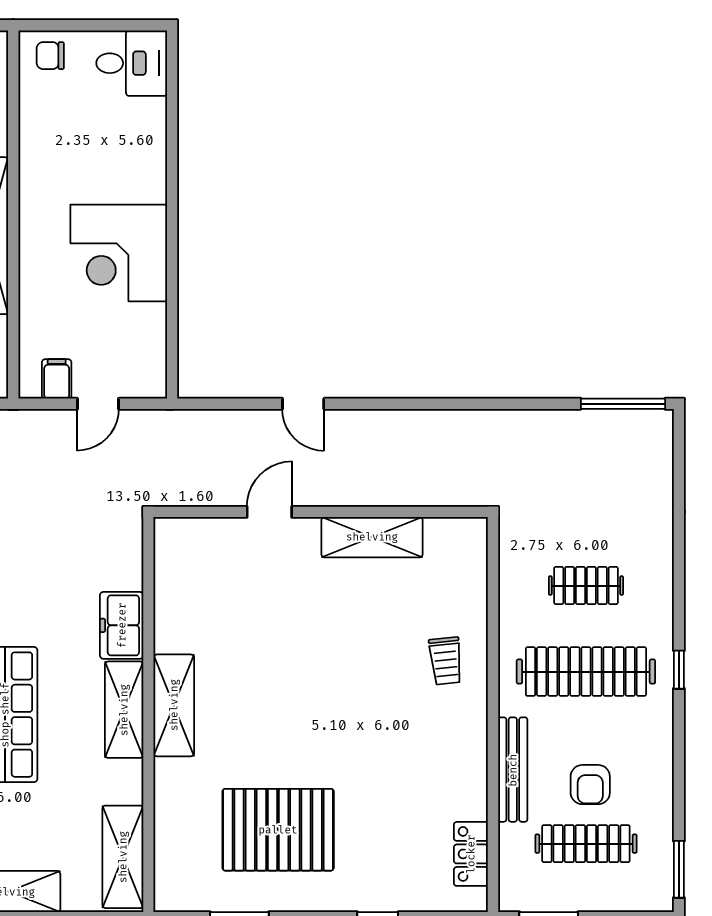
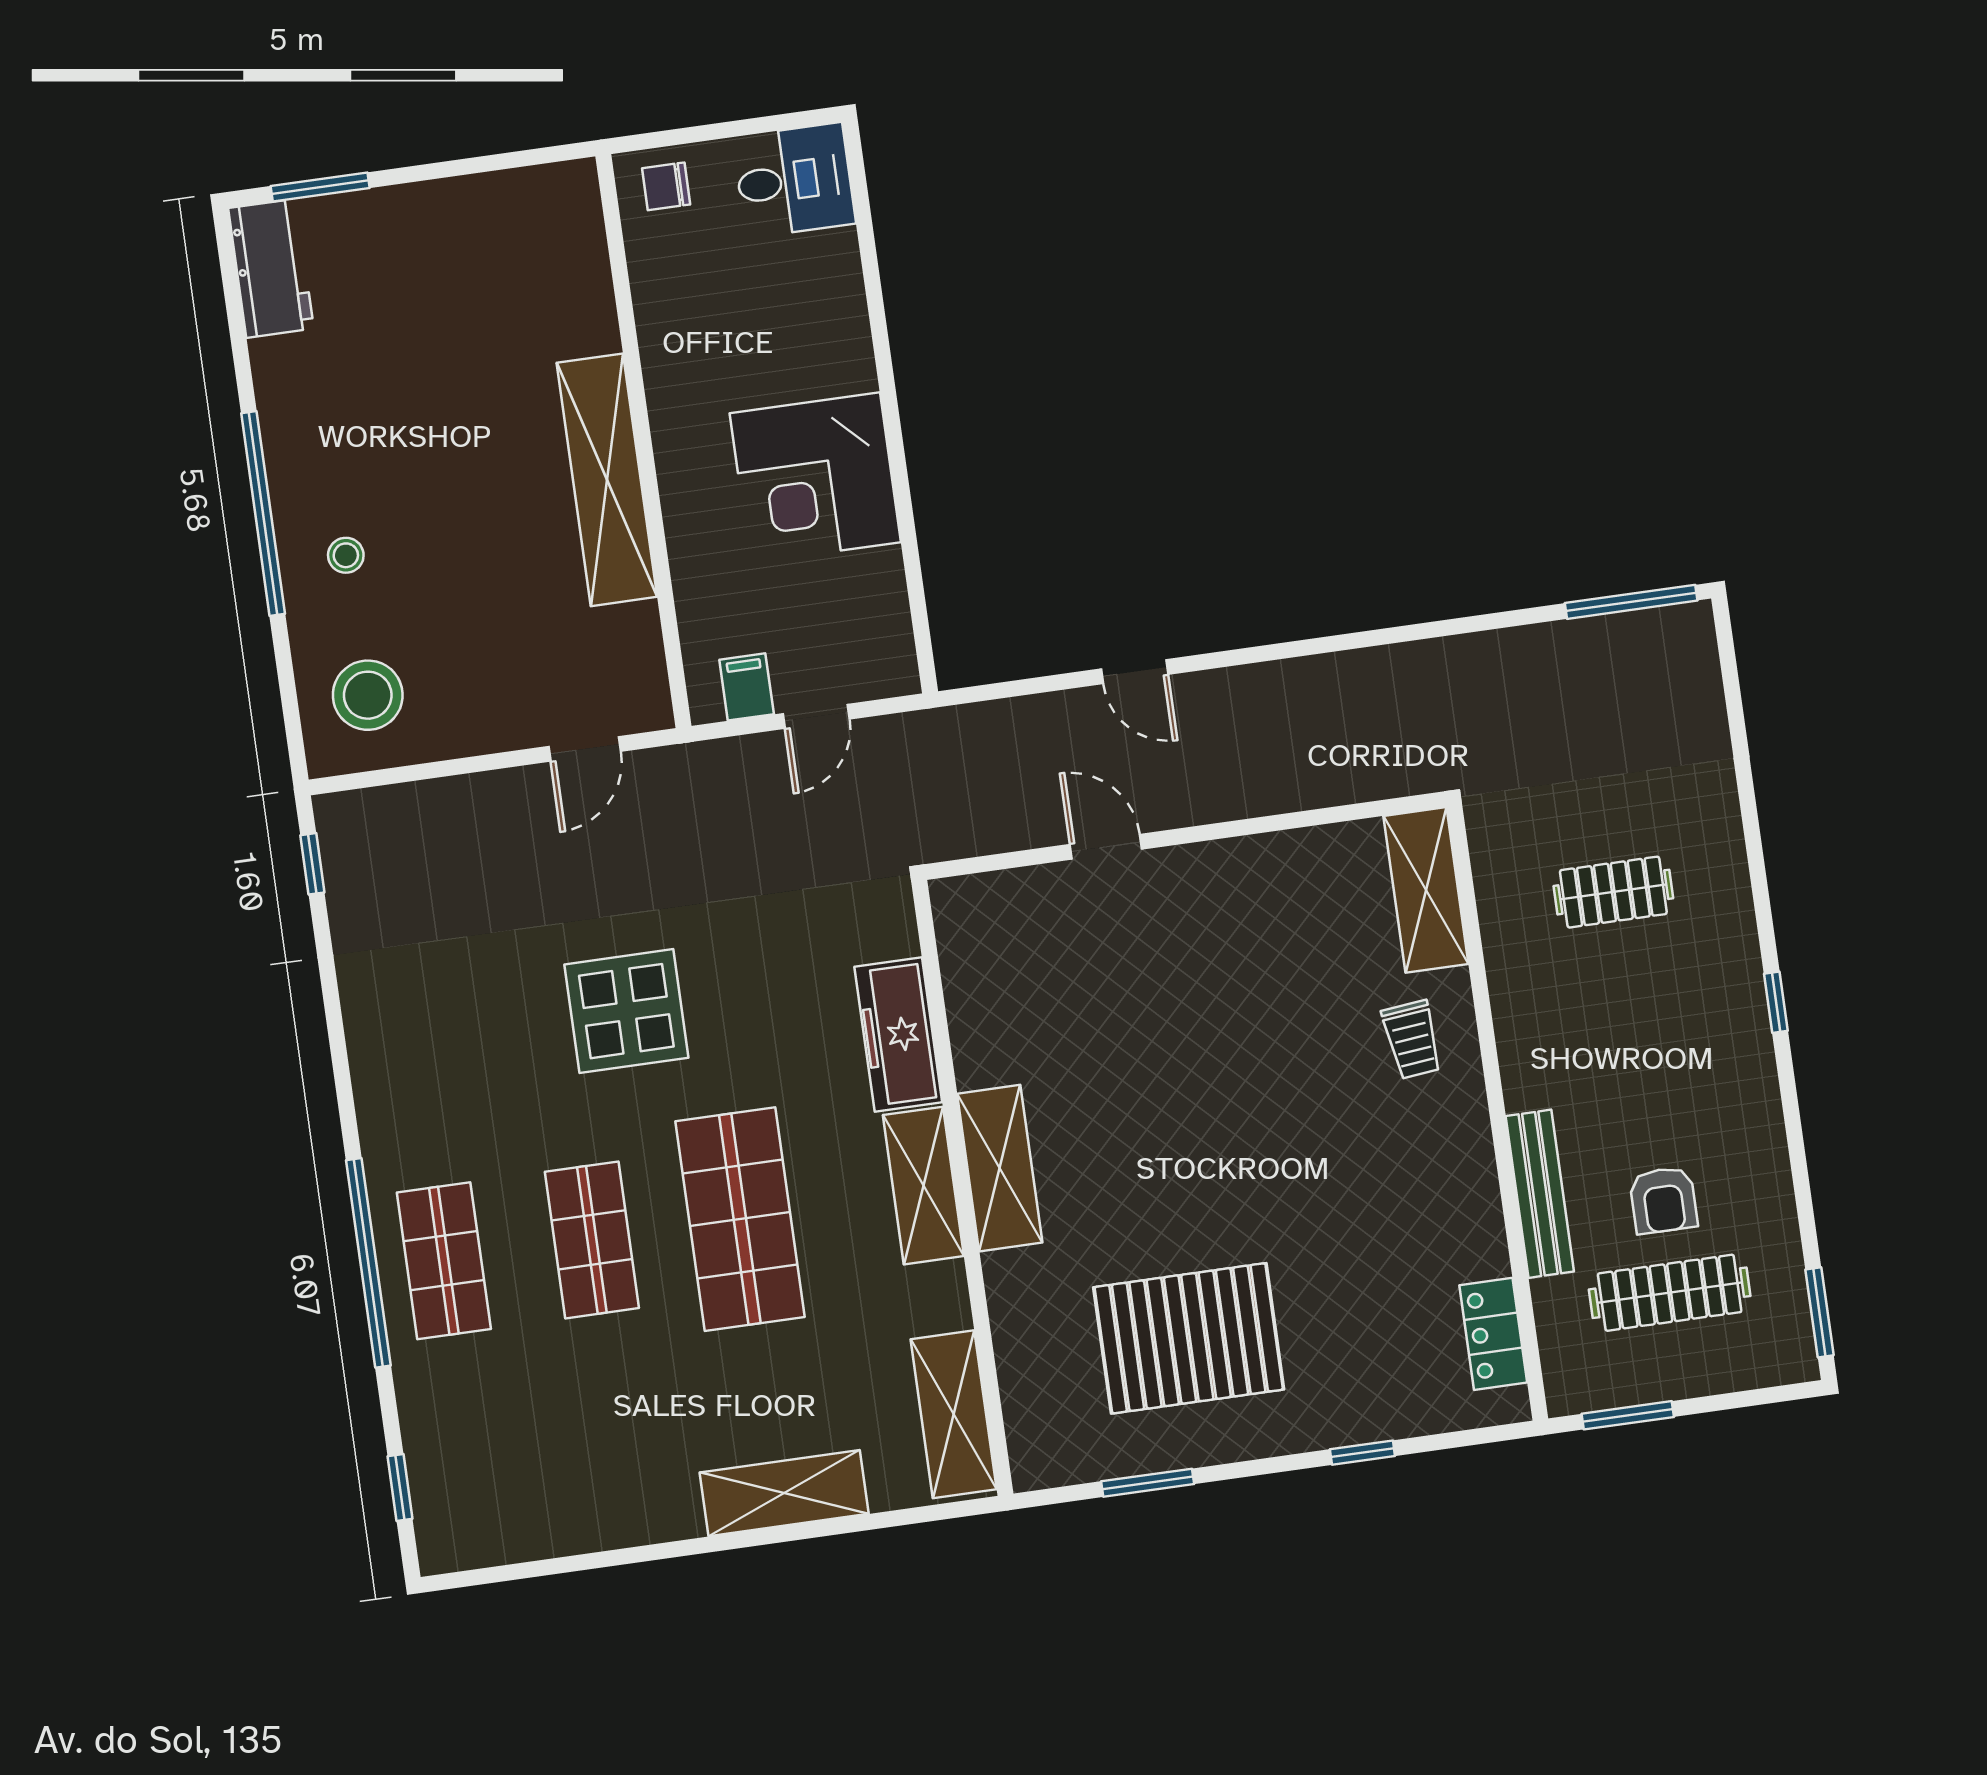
door: (269, 512) -> (1106, 847), hinge flipped
shelving: (372, 537) -> (1426, 890), moved, turned 90
freezer: (122, 625) -> (898, 1035), width x1.40
clothes rail: (586, 672) -> (1632, 1026), removed

